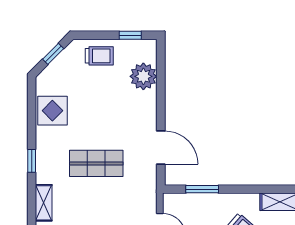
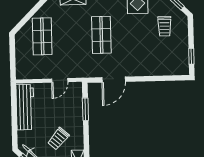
trolley: (99, 56) -> (164, 26), moved
plant: (143, 76) -> (163, 66), removed

